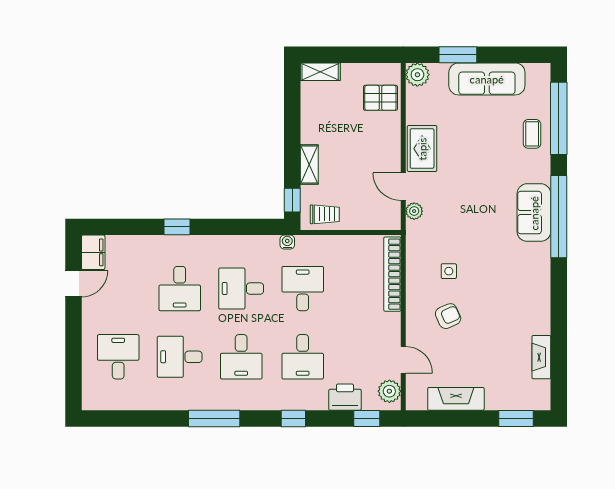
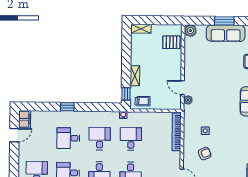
window: (458, 55) -> (224, 21), moved
rug: (422, 149) -> (192, 68), removed
desk: (180, 289) -> (68, 138), turned 90
desk: (241, 289) -> (100, 138), turned 90

